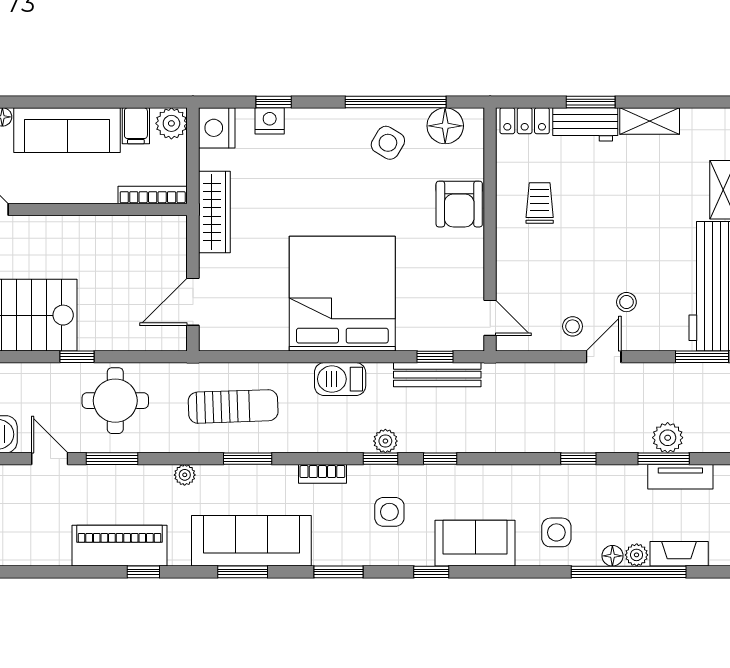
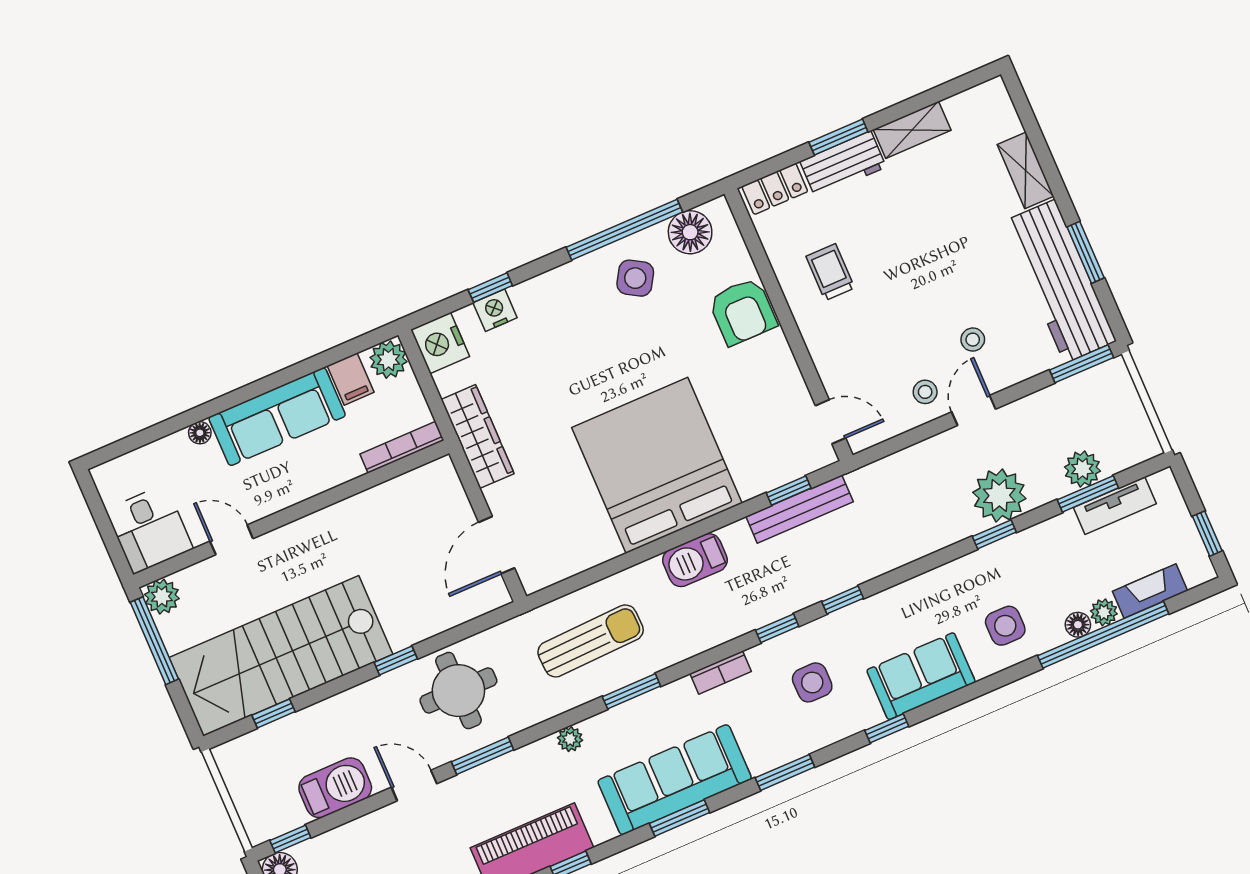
plant: (385, 441) -> (999, 495), moved, width x1.88, depth x1.88

